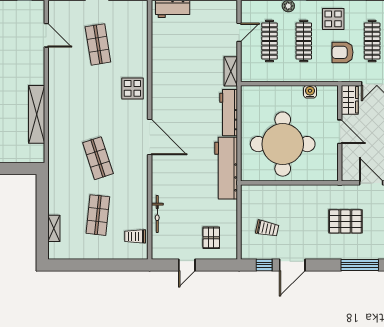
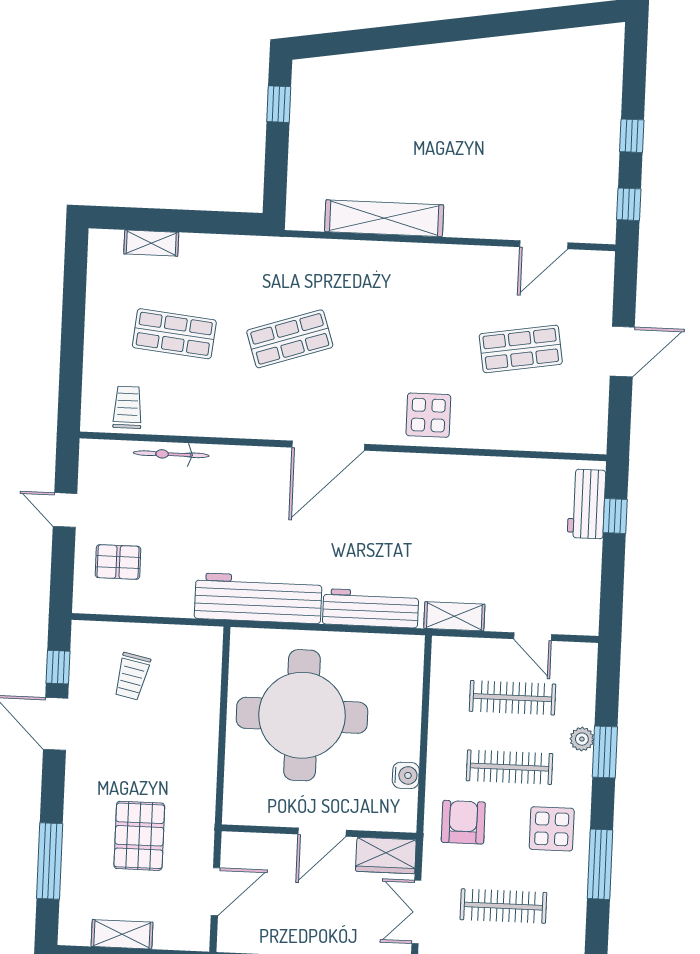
armchair: (343, 52) -> (463, 822), moved

